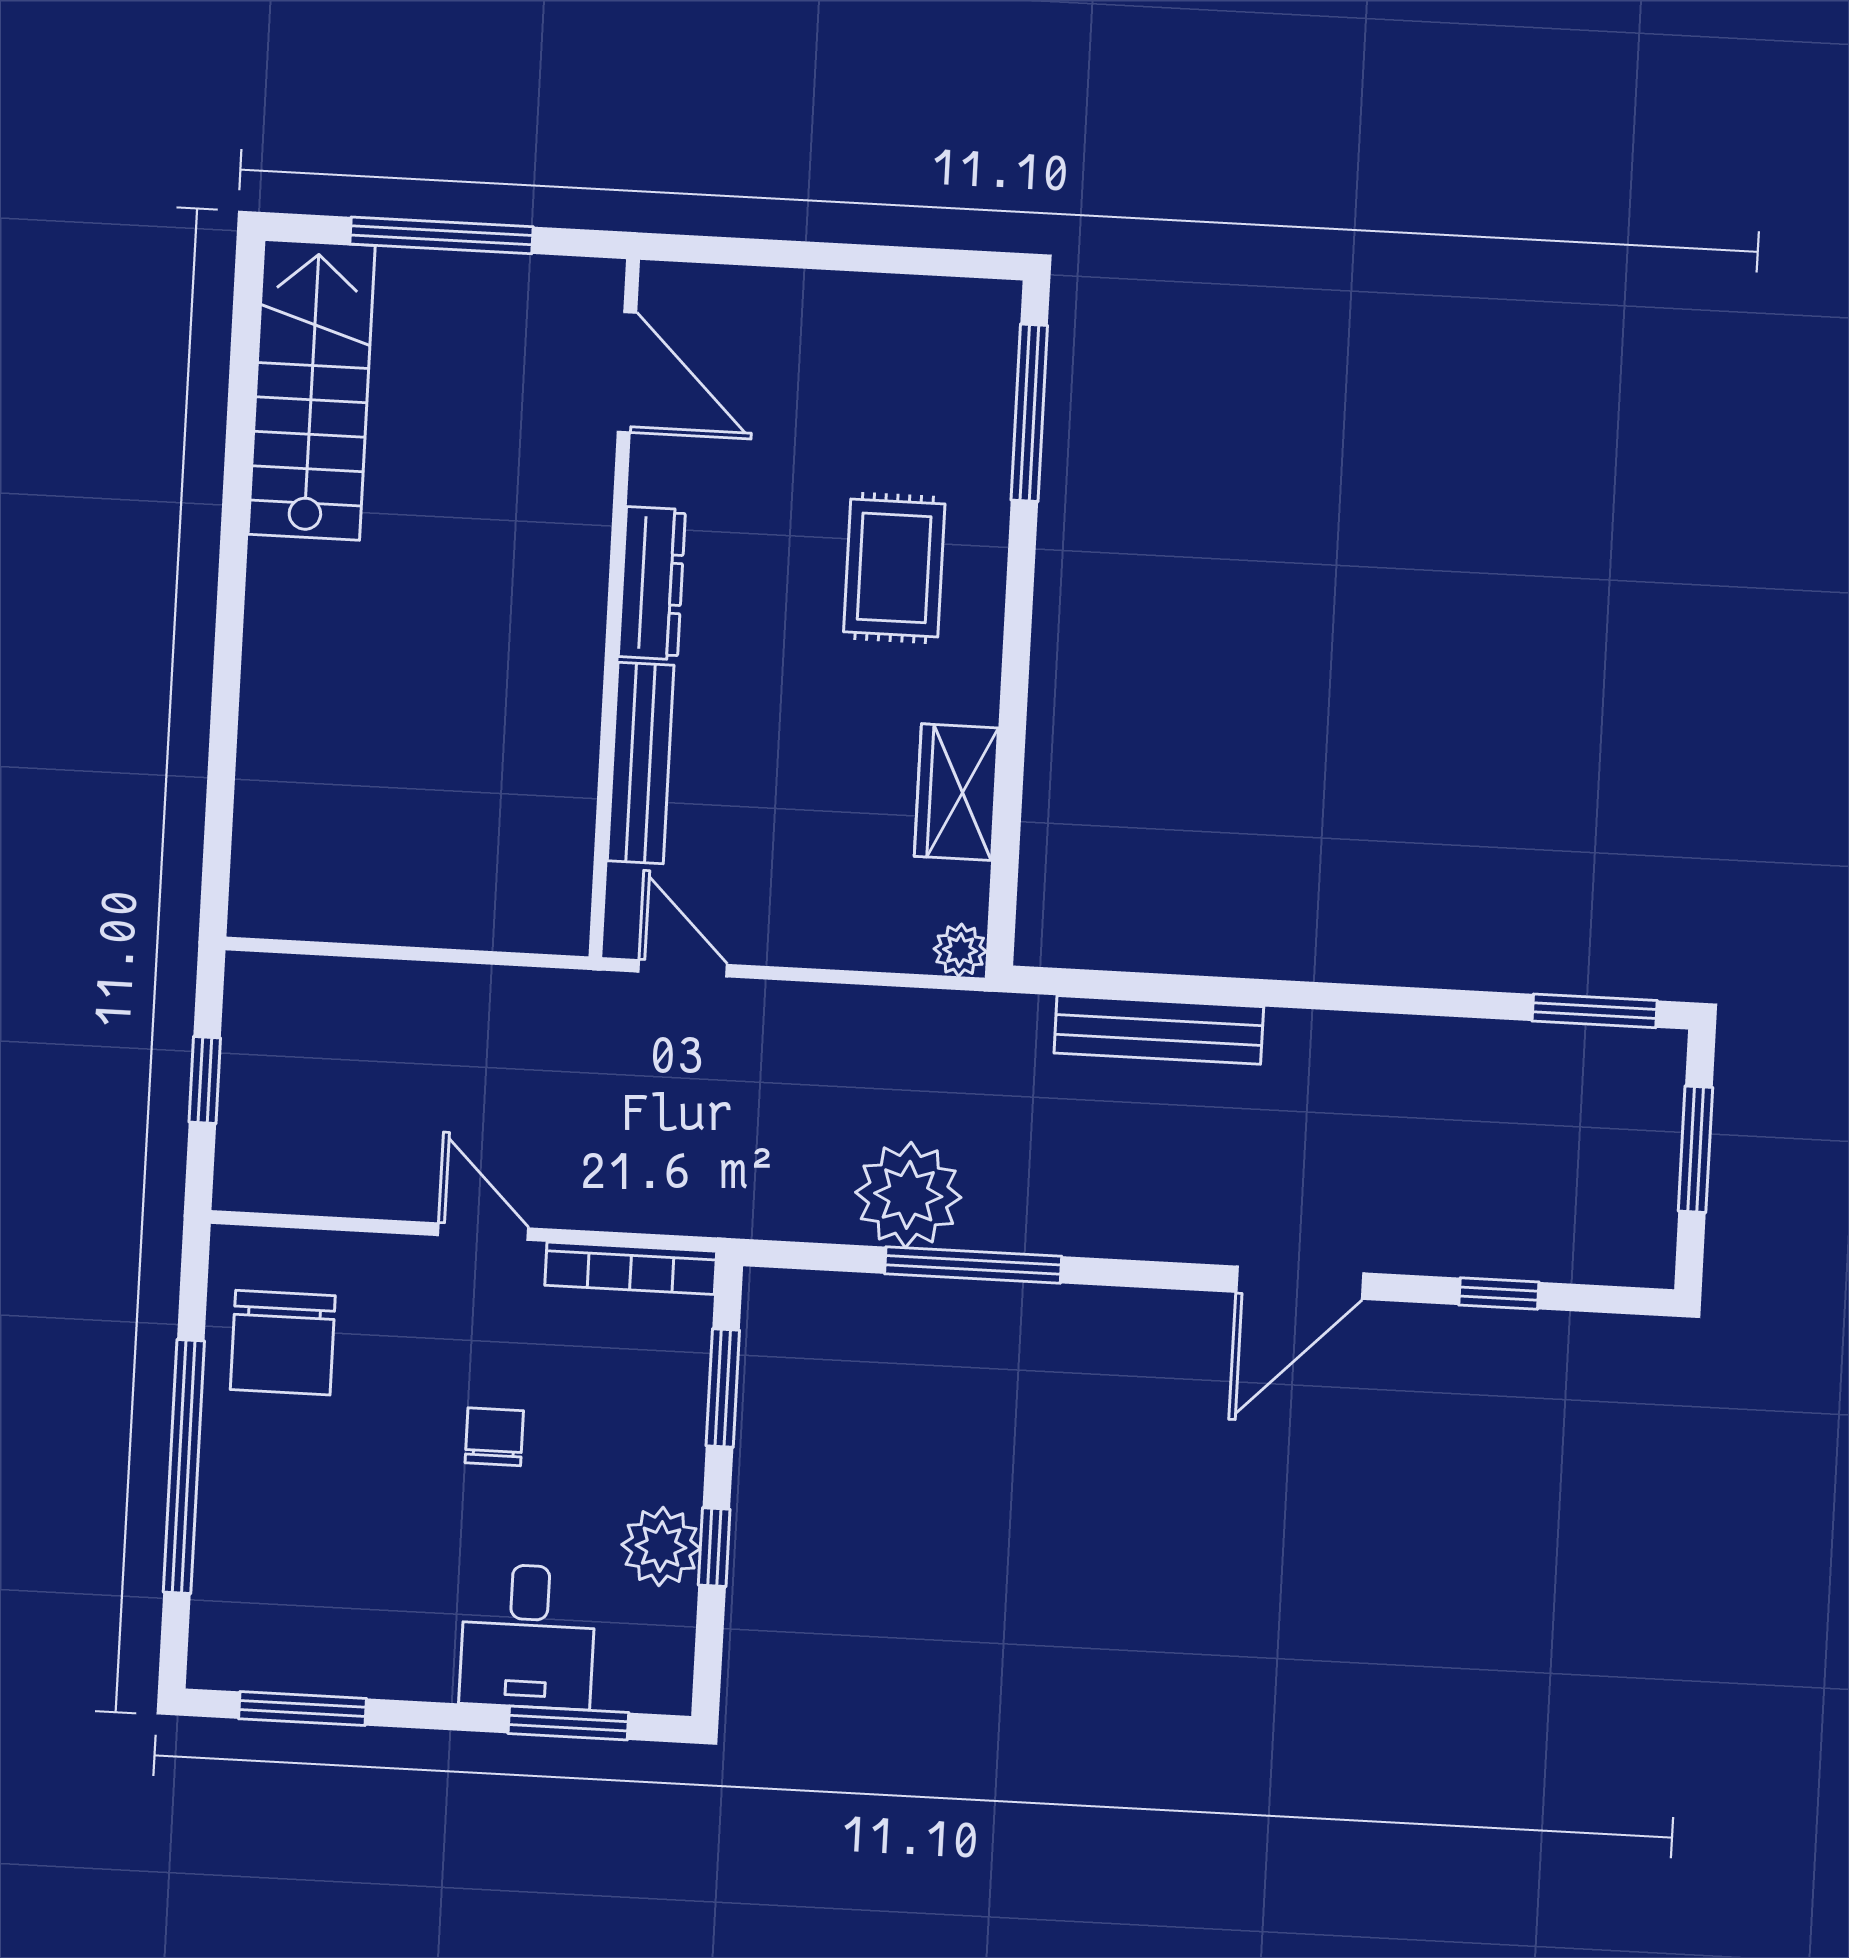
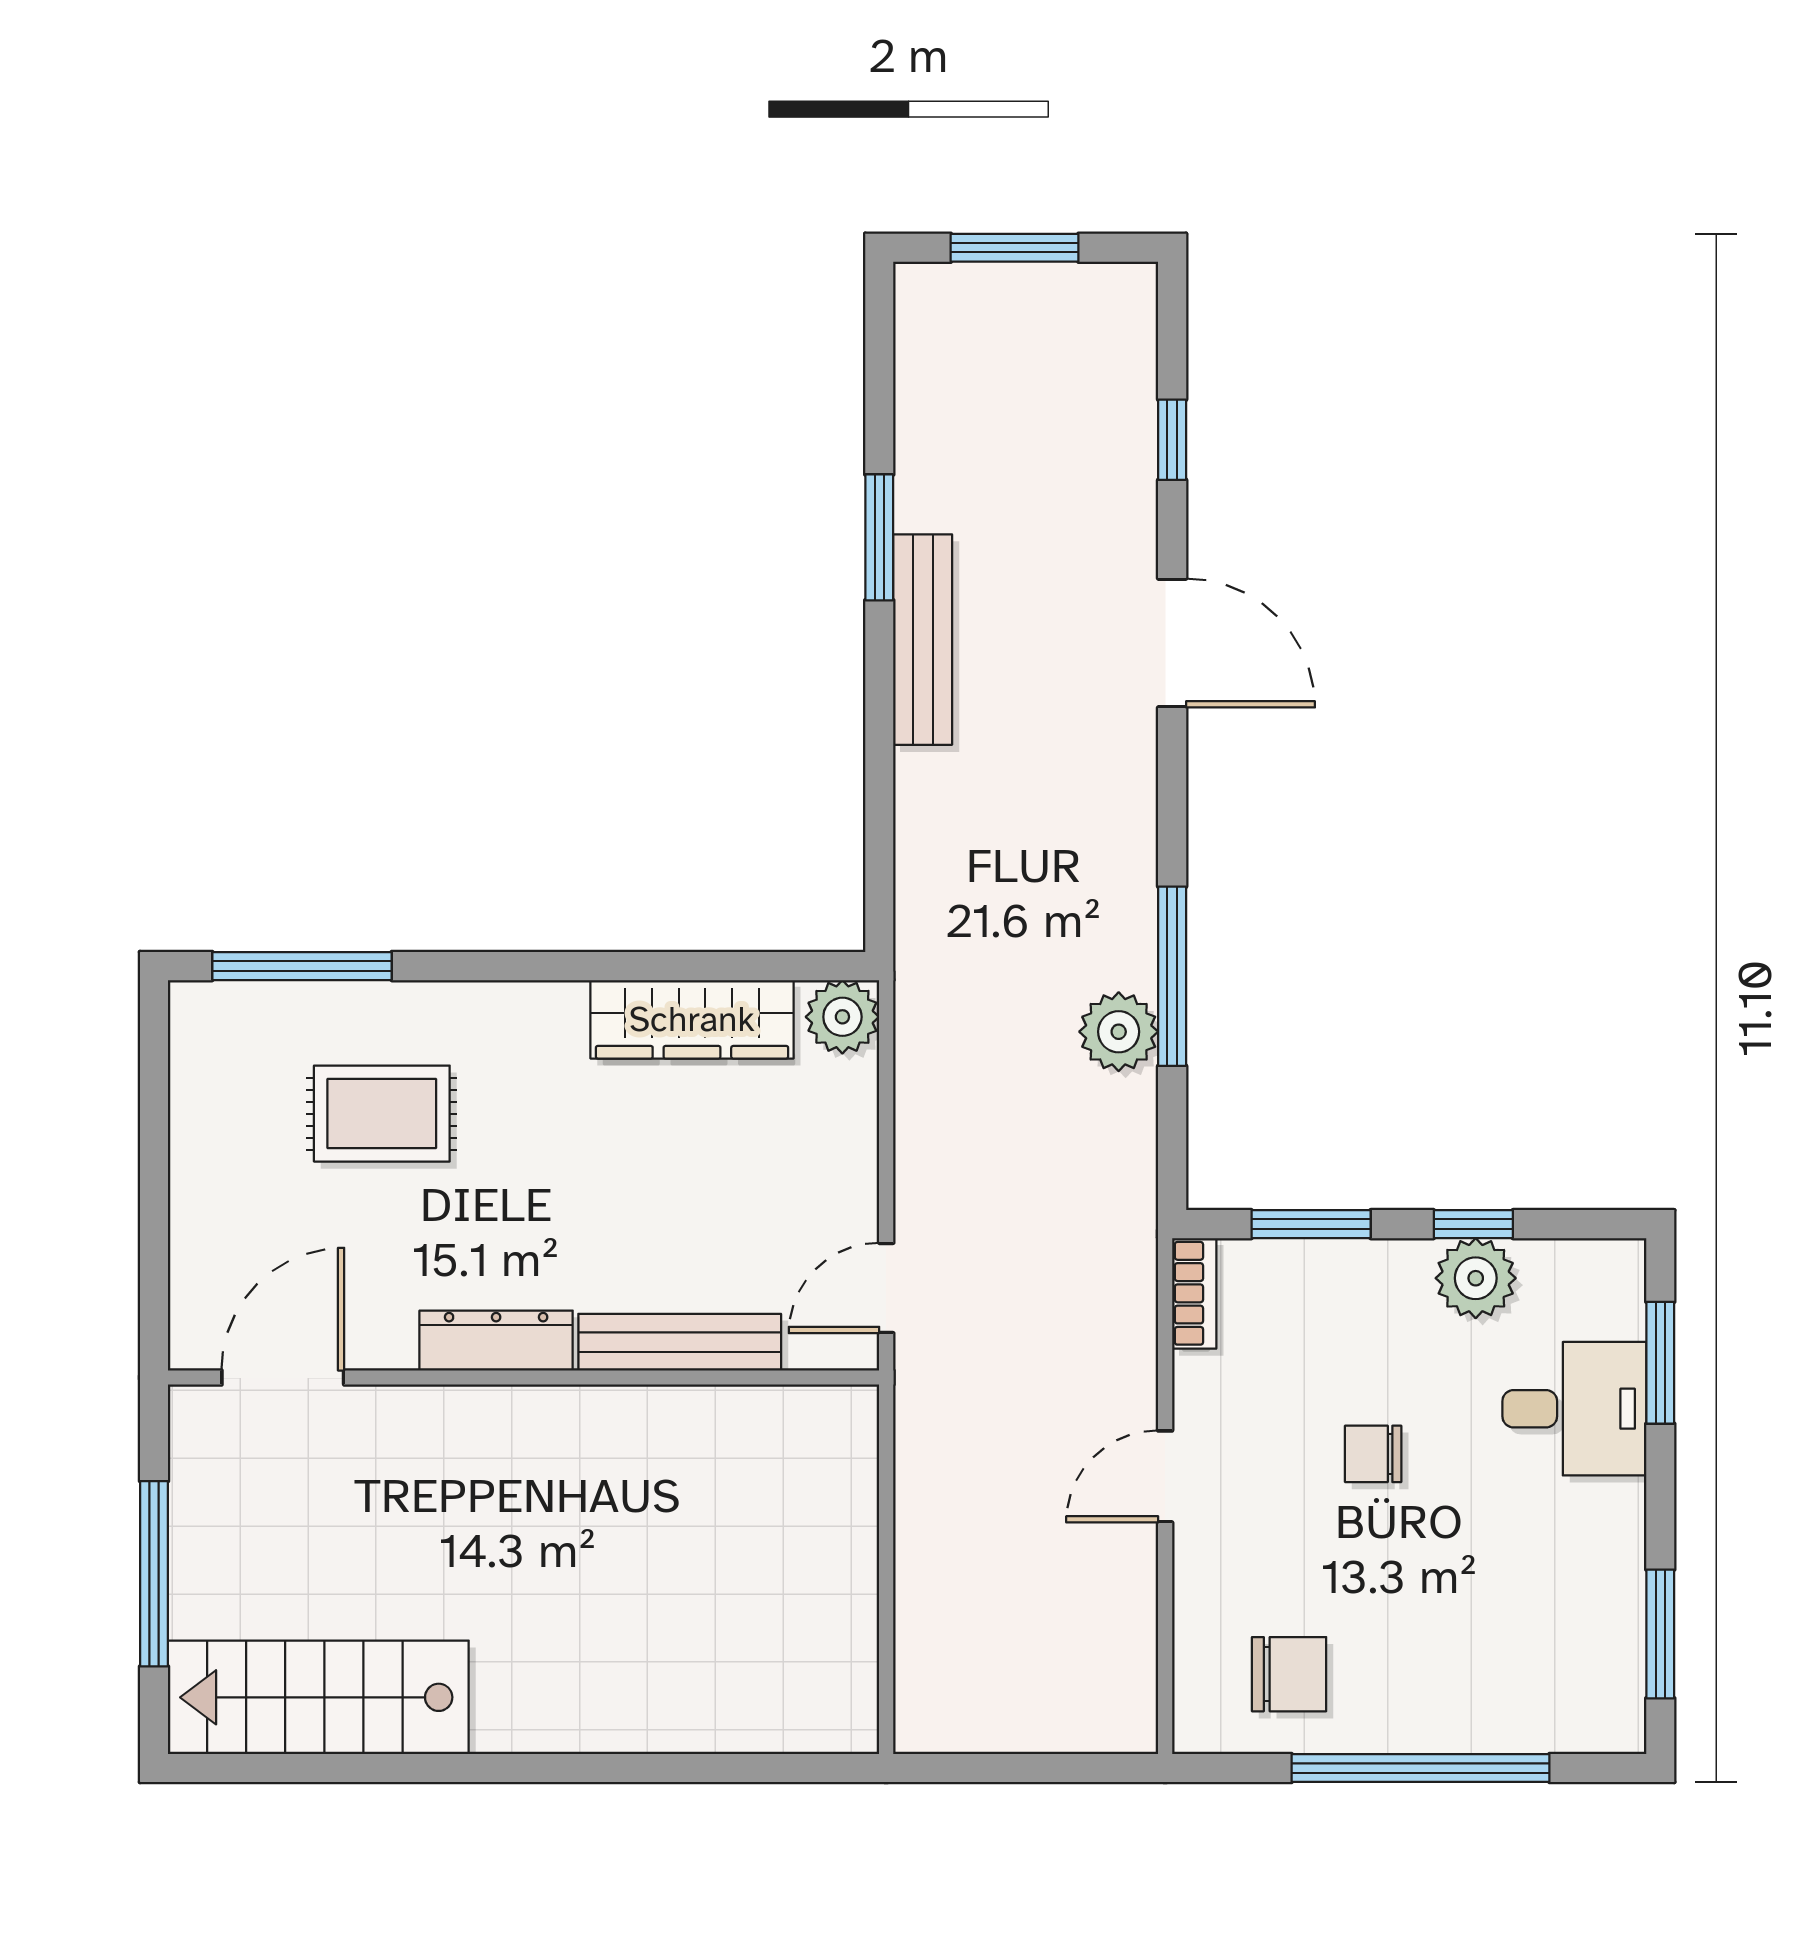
rug: (894, 568) -> (382, 1114), moved
wardrobe: (956, 792) -> (692, 1019), width x1.50
plant: (960, 950) -> (842, 1017), width x1.38, depth x1.38
window: (1595, 1011) -> (879, 537), moved
bench: (1159, 1030) -> (923, 640), moved
window: (205, 1080) -> (1026, 1768), removed
plant: (908, 1195) -> (1119, 1032), width x0.73, depth x0.73
bookcase: (631, 1268) -> (1194, 1293), width x0.64
chair: (283, 1343) -> (1289, 1674), width x0.73, depth x0.73

